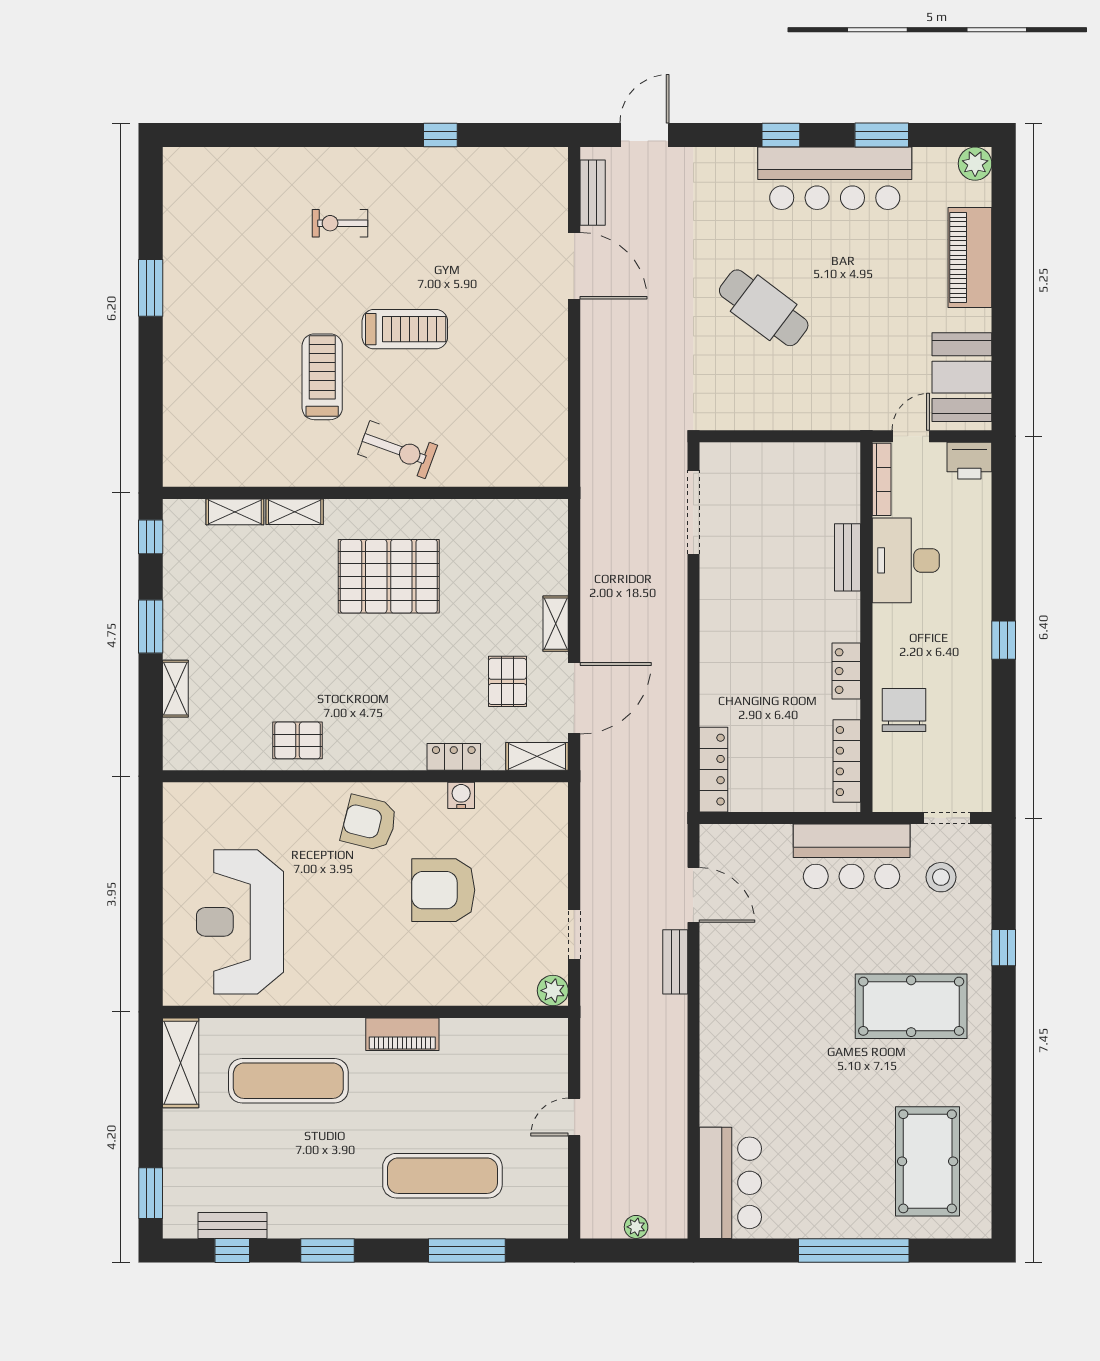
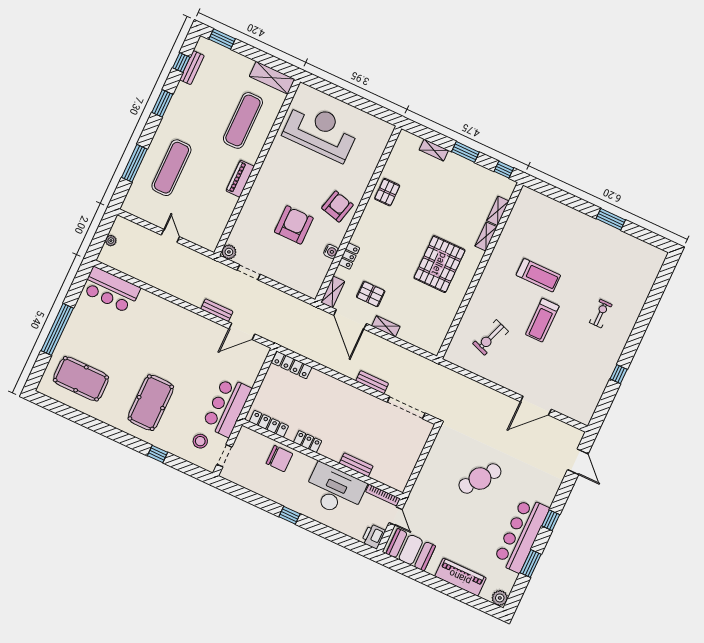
bench: (593, 193) -> (372, 382), moved
exercise bike: (398, 450) -> (490, 338), moved
desk: (906, 560) -> (335, 490), width x1.36, depth x1.30

